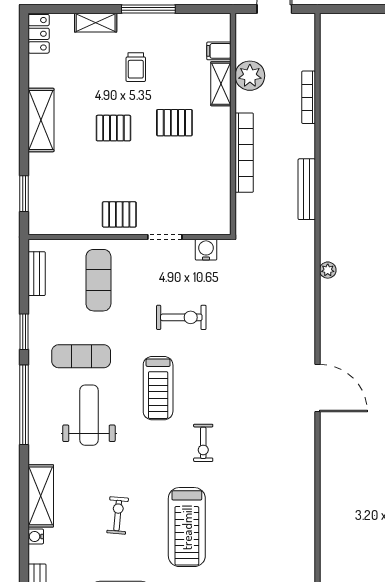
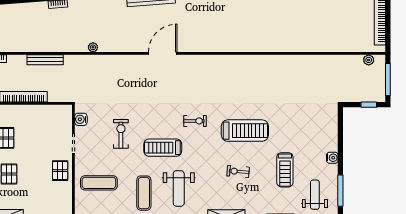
treadmill: (158, 388) -> (163, 148), turned 180
weight bench: (89, 415) -> (179, 188), turned -90

